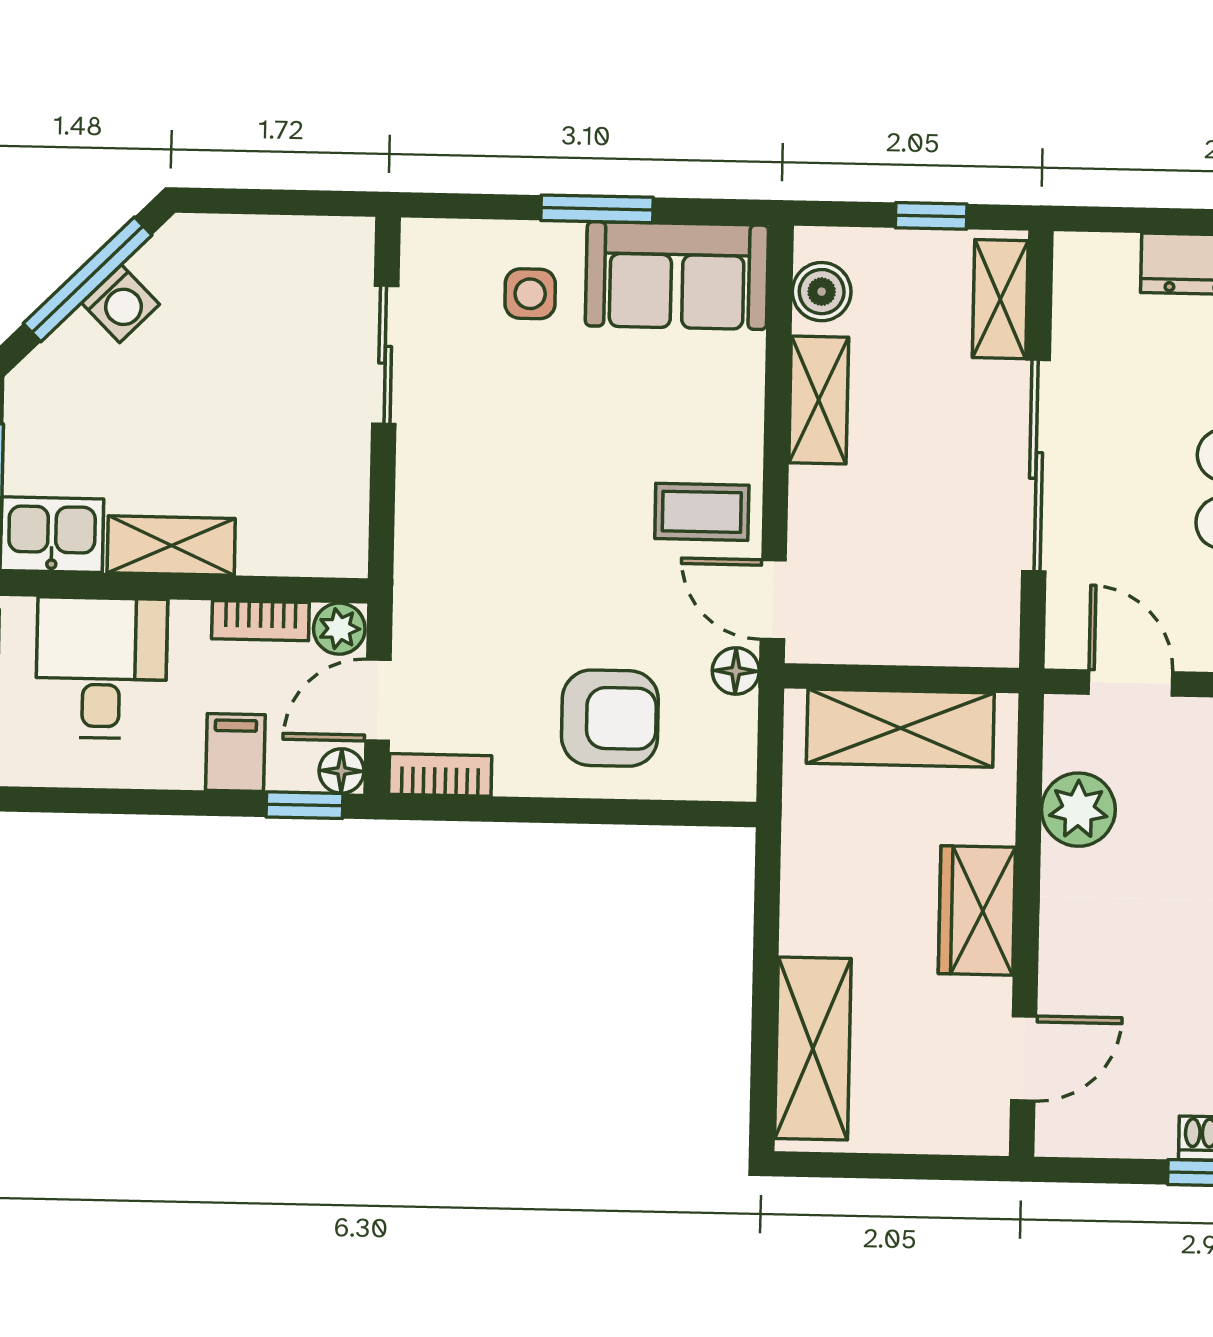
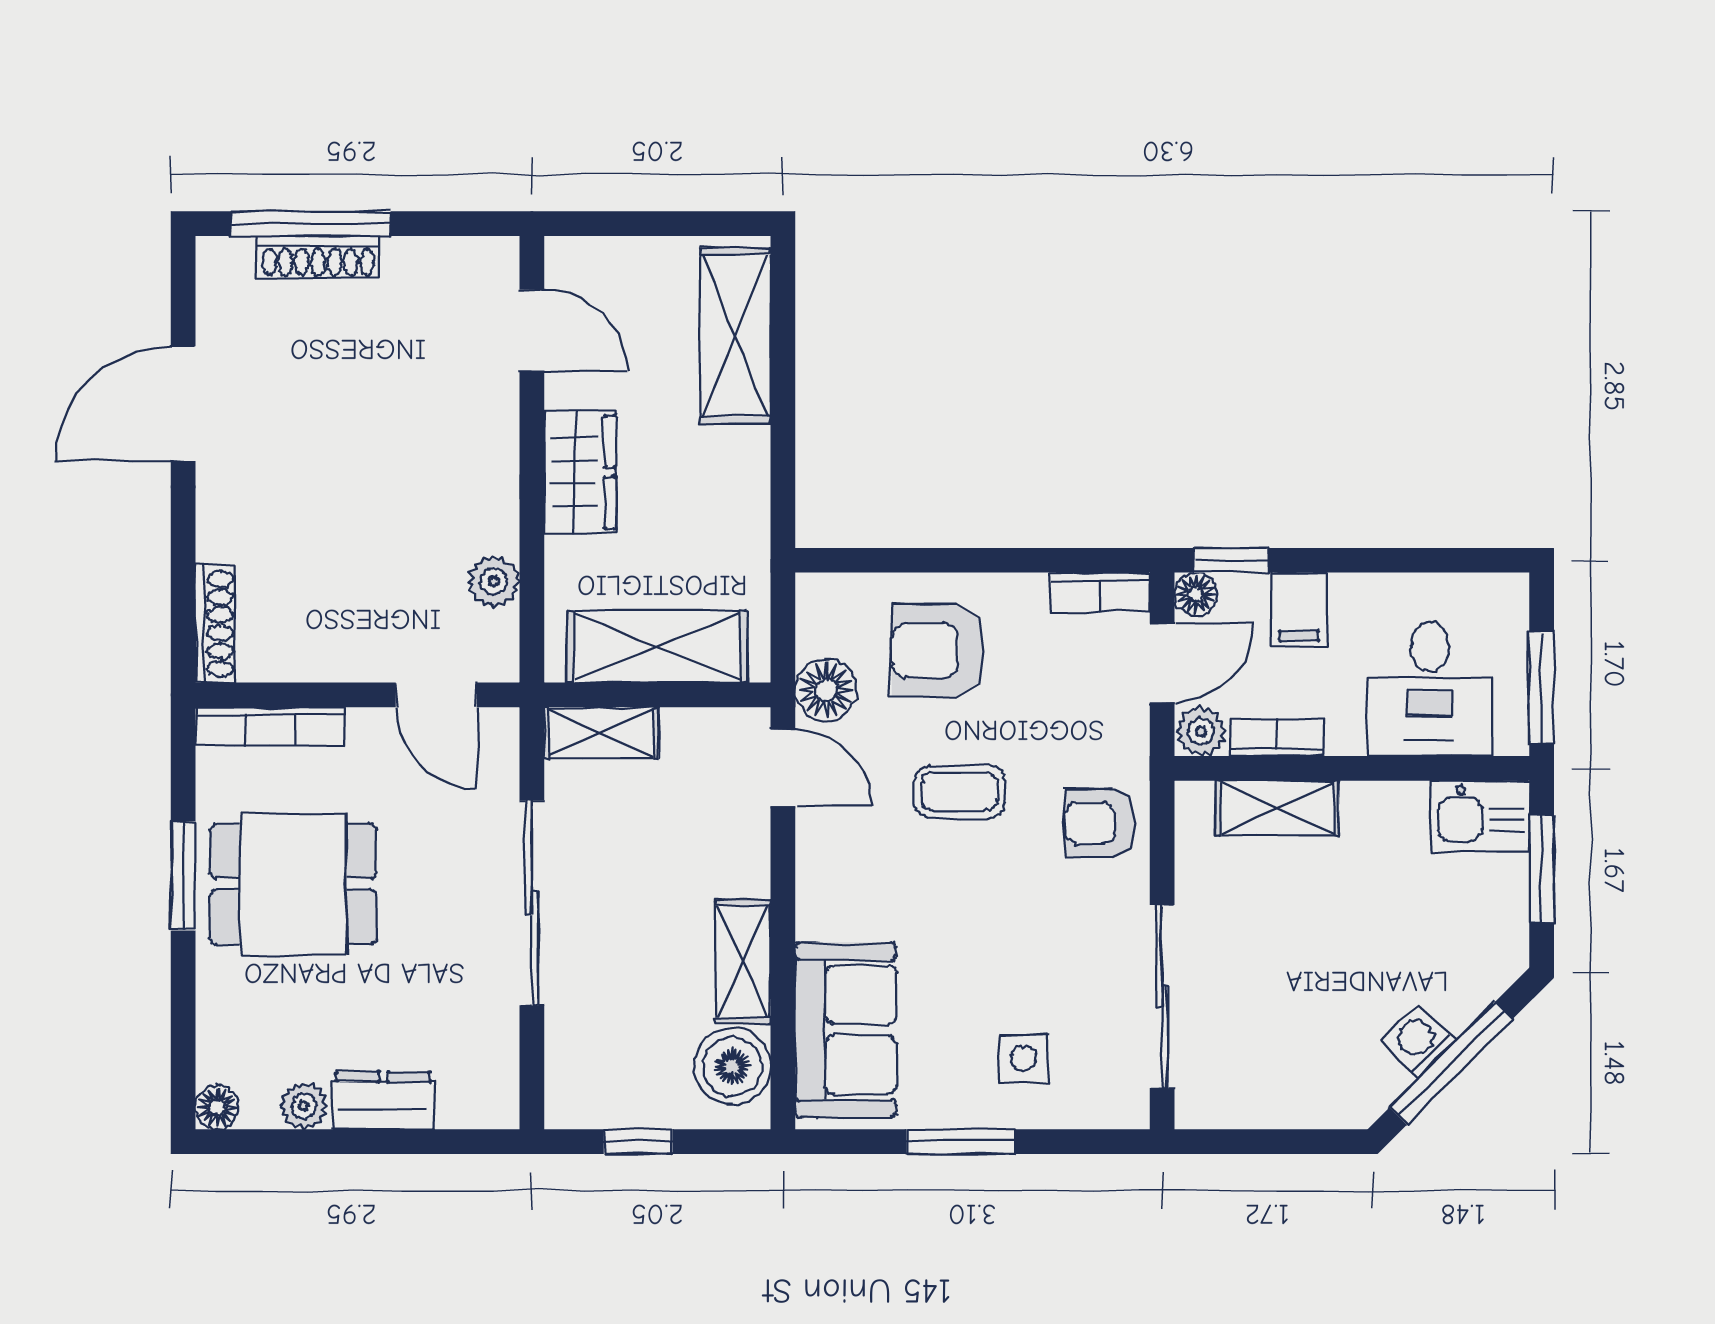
sofa: (677, 276) -> (845, 1030), moved, turned 90
boiler: (822, 292) -> (732, 1066), width x1.36, depth x1.36
shelving: (1000, 299) -> (601, 733), moved, turned 90
sliding door: (385, 355) -> (1162, 997), width x1.37
coffee table: (702, 512) -> (960, 792), moved
armchair: (446, 536) -> (1100, 823), added
shelving: (171, 546) -> (1278, 808), moved
floor lamp: (736, 671) -> (826, 690), width x1.37, depth x1.37
plant: (1078, 810) -> (494, 581), width x0.73, depth x0.73
door: (1024, 1058) -> (532, 331), swing flipped

